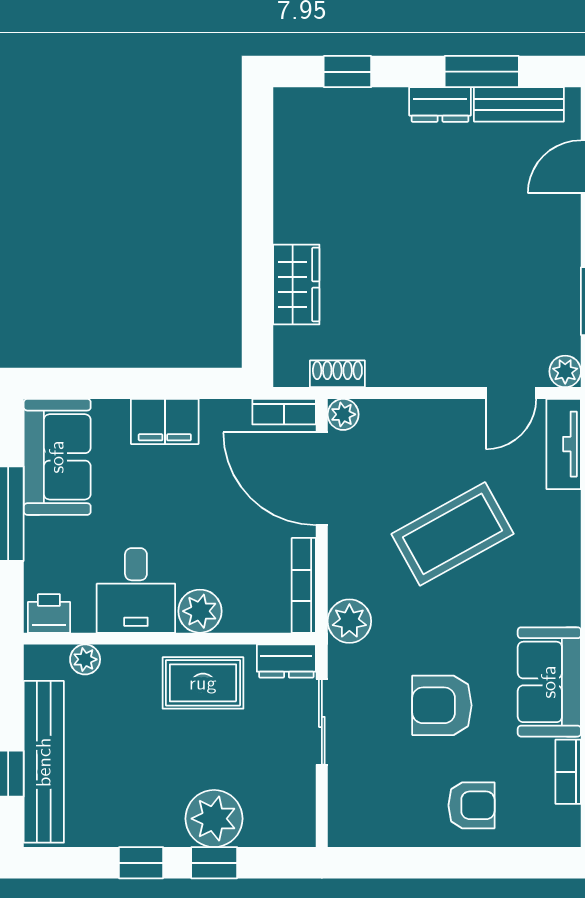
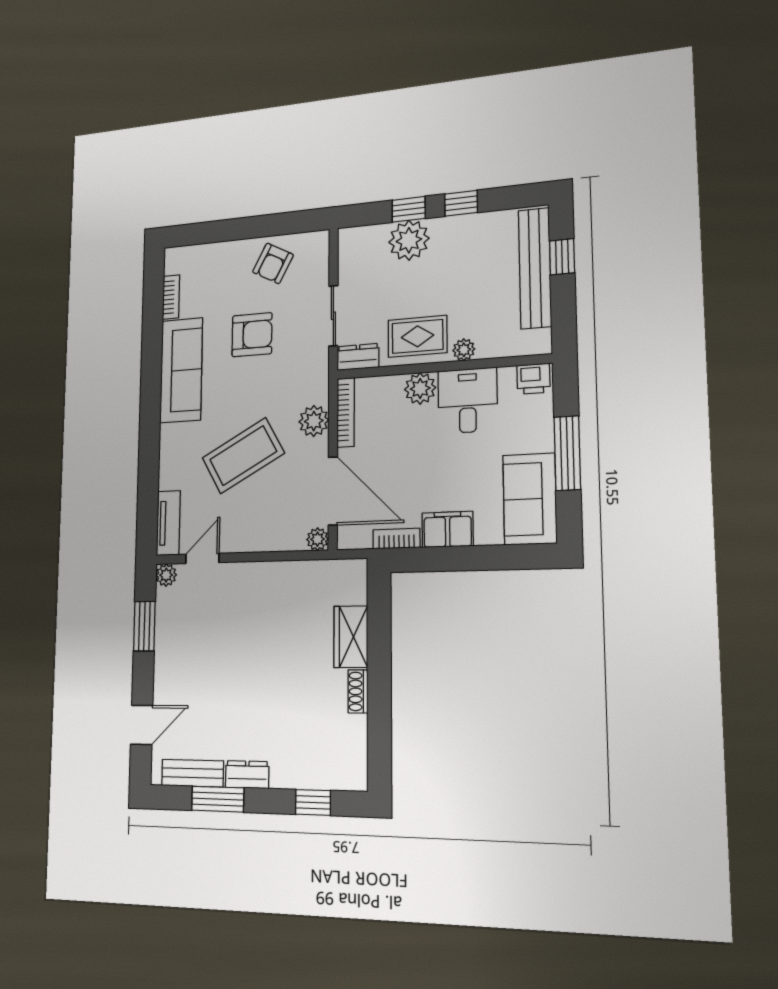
shoe rack: (337, 374) -> (358, 691), moved, turned 90
bookcase: (284, 412) -> (396, 539), moved
plant: (349, 621) -> (314, 421), moved
plant: (85, 659) -> (464, 350), moved
sofa: (549, 682) -> (181, 370), width x1.36
armchair: (471, 805) -> (273, 263), moved, turned -62

